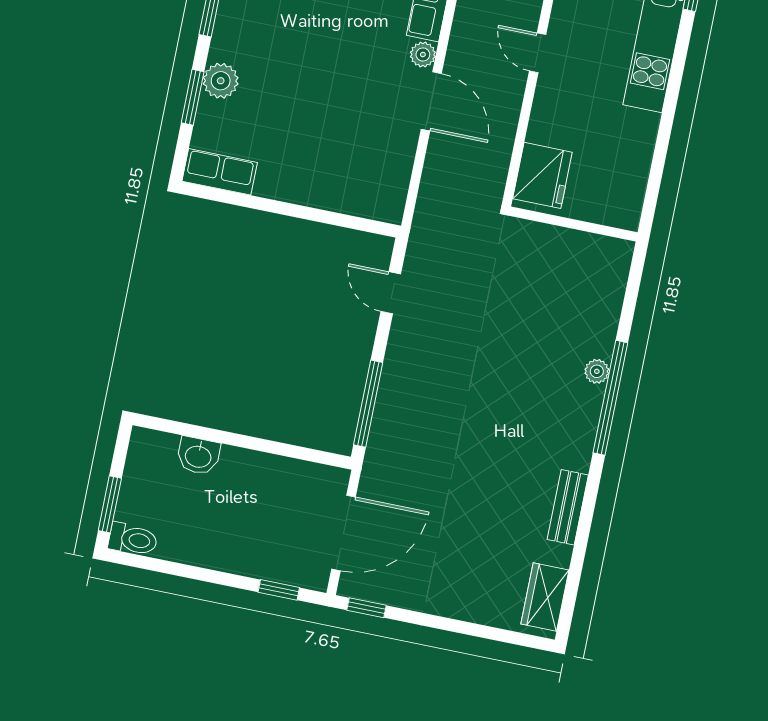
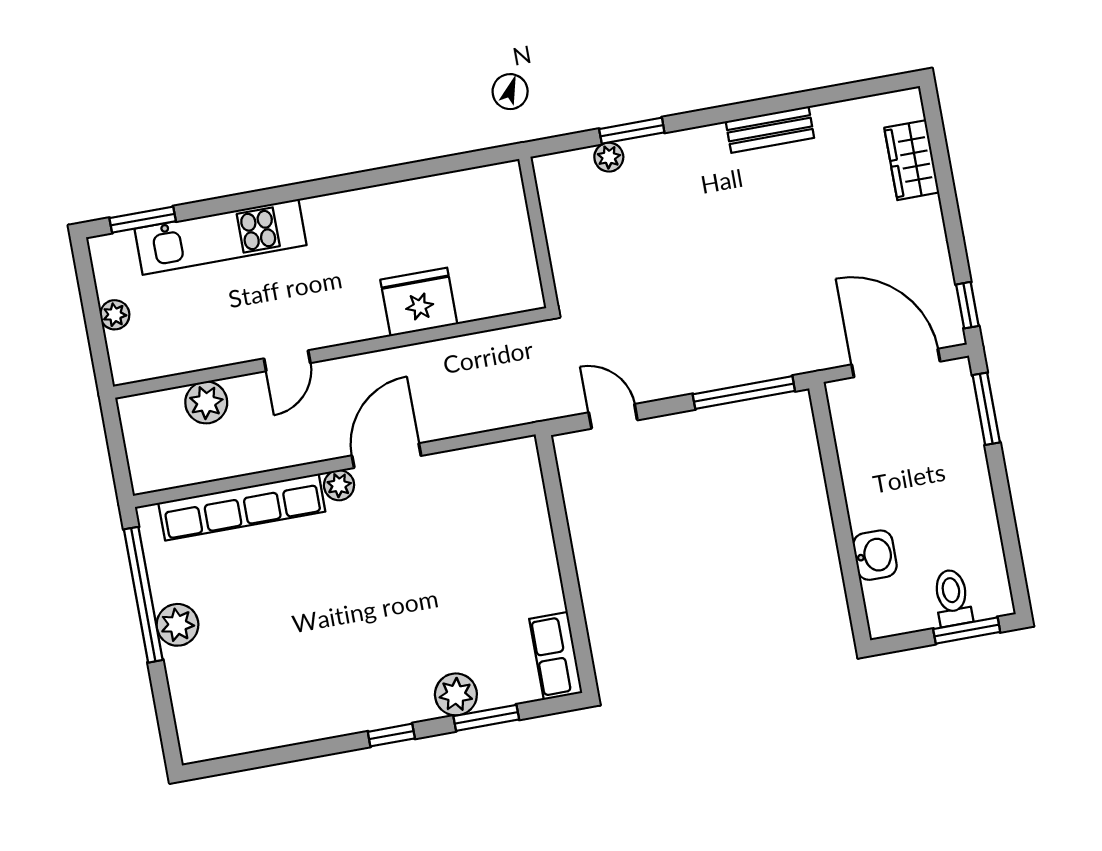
wall: (573, 224) -> (538, 232), moved
door: (391, 293) -> (613, 416), swing flipped
window: (610, 398) -> (632, 131), width x0.47
toilet: (133, 539) -> (952, 598), moved
window: (279, 590) -> (986, 409), width x1.50
wardrobe: (545, 597) -> (912, 160), moved, turned 90

